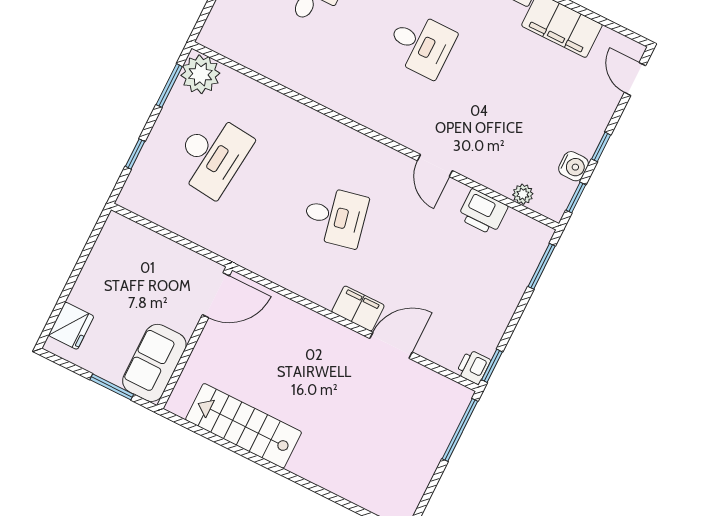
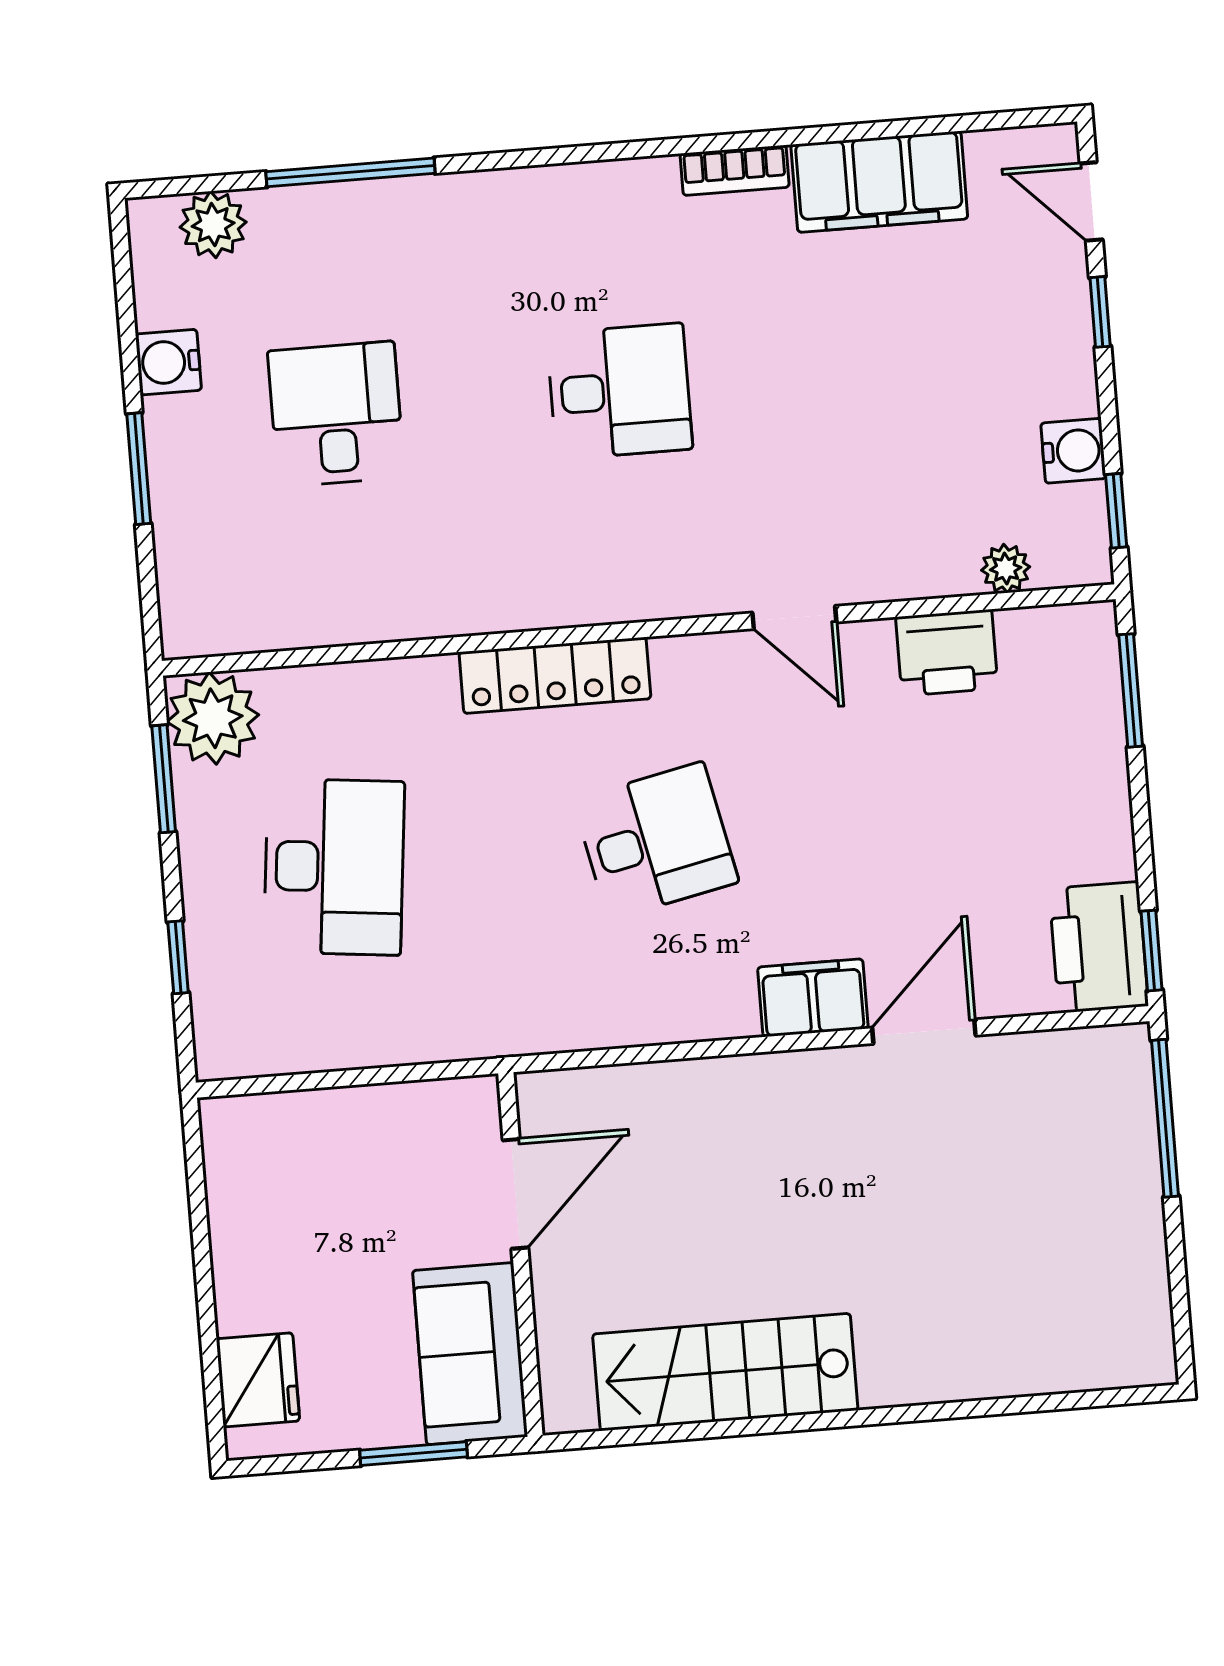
locker: (335, 134) -> (555, 675), added
window: (601, 147) -> (1100, 312), moved
door: (216, 295) -> (516, 1194), moved
printer: (473, 367) -> (1099, 947), width x1.87, depth x1.48

